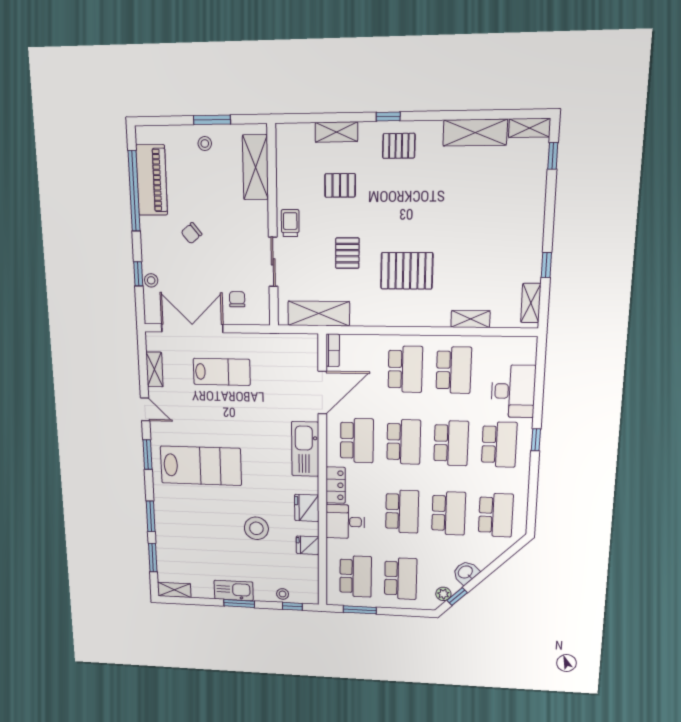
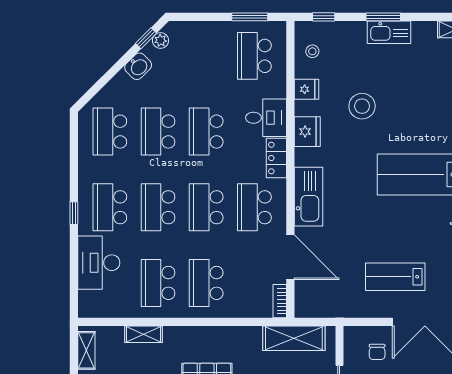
door: (322, 392) -> (290, 257), swing flipped
school desk: (401, 578) -> (206, 56), removed
stool: (283, 594) -> (312, 51), moved

